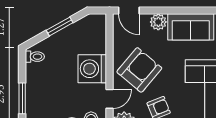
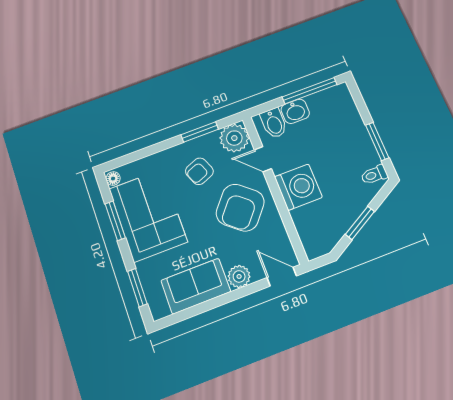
window: (22, 98) -> (377, 141), moved
door: (110, 99) -> (263, 159), hinge flipped

